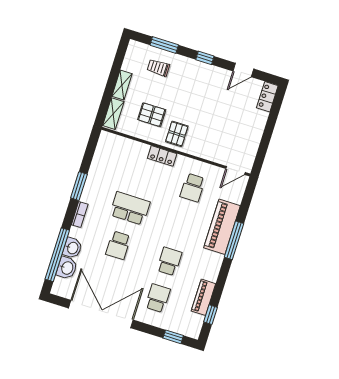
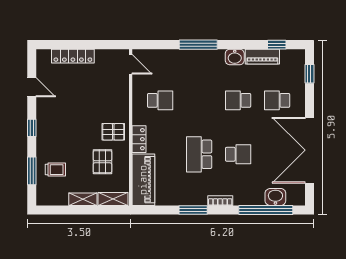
trolley: (158, 68) -> (55, 170), turned -90
locker: (267, 97) -> (73, 56), moved, width x1.53
piano: (222, 227) -> (143, 180), moved, turned -90
washbasin: (72, 248) -> (235, 57), moved, turned 180

